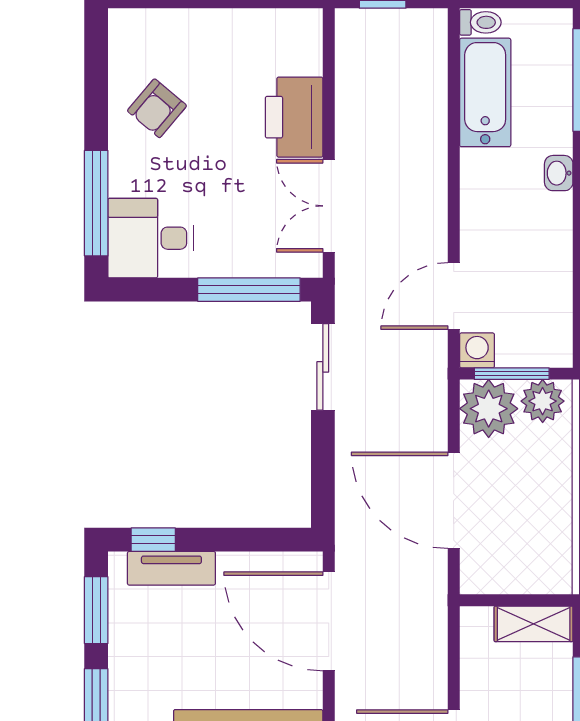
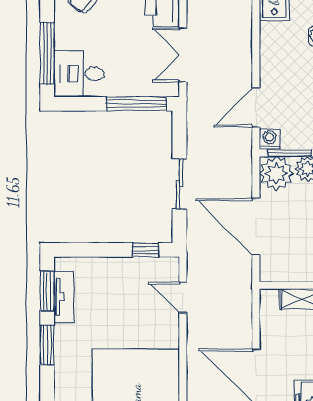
sliding door: (323, 367) -> (179, 184), moved
window: (153, 540) -> (145, 250), moved
tv unit: (171, 568) -> (64, 297), moved, turned -90
door: (329, 621) -> (183, 298), width x0.53

